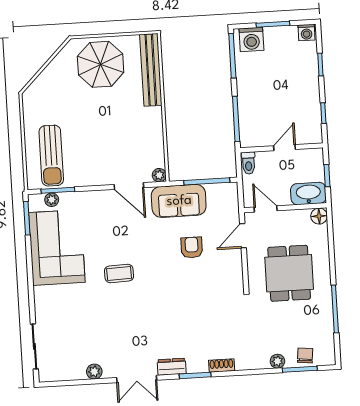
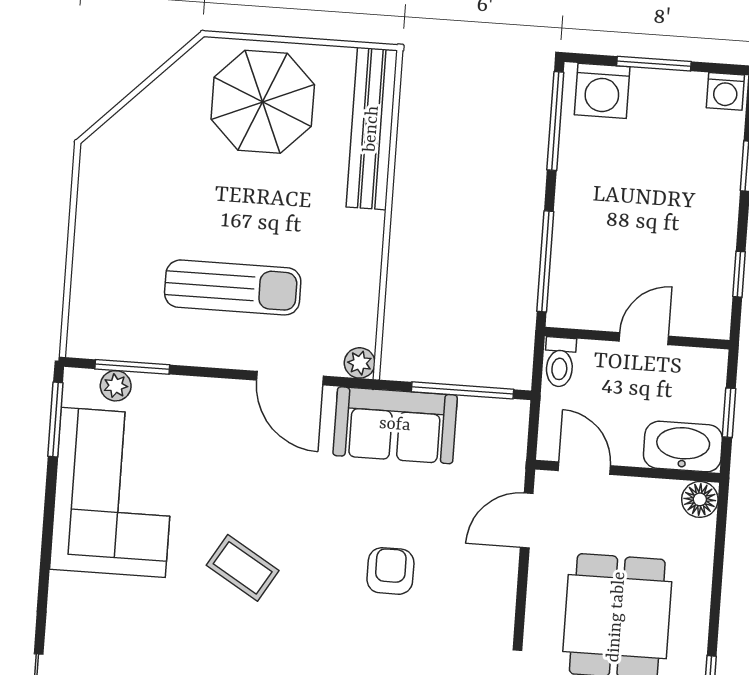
sun lounger: (51, 156) -> (233, 287), moved, turned -90
armchair: (192, 247) -> (390, 571), moved
coffee table: (119, 273) -> (243, 568), turned 33

